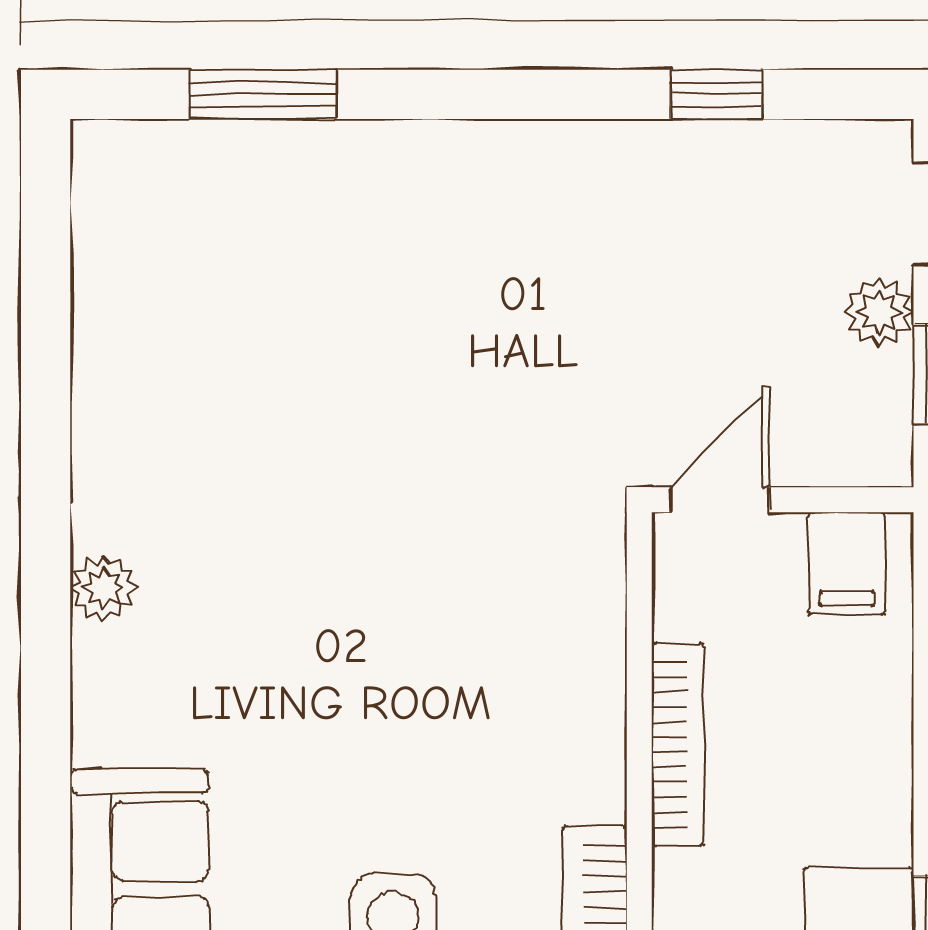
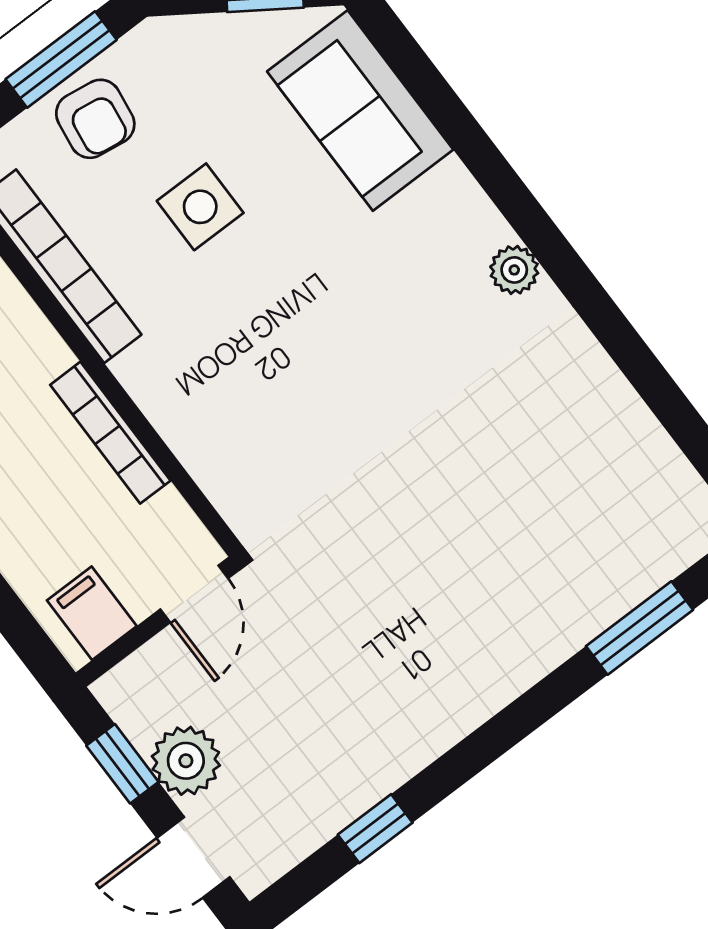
plant: (879, 312) -> (186, 761), width x1.38, depth x1.38

